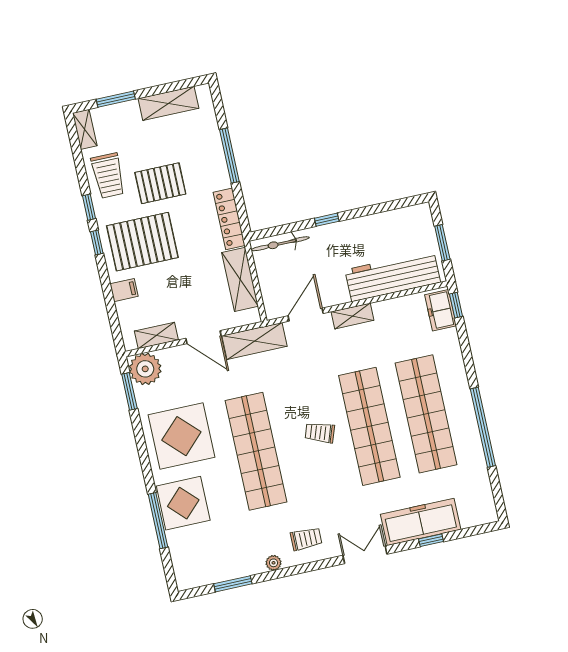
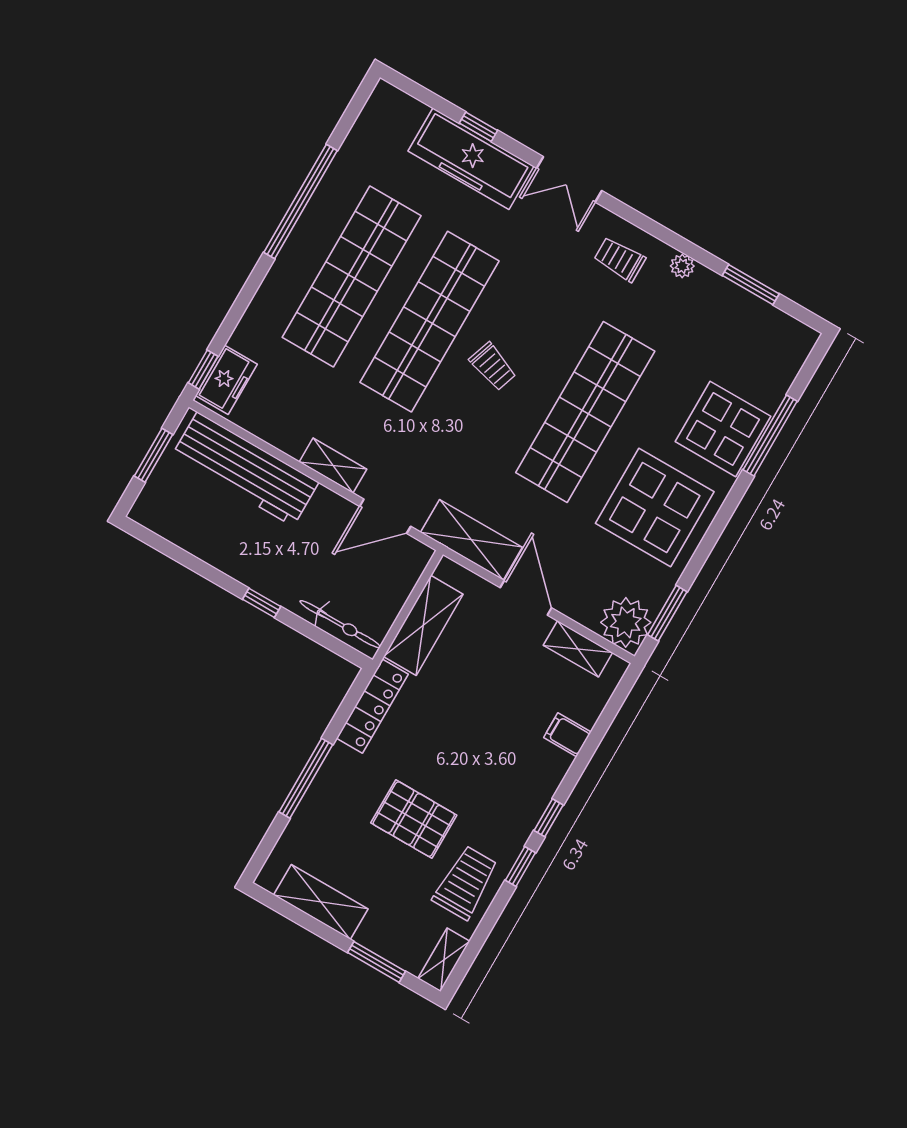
pallet: (142, 242) -> (496, 771), removed

